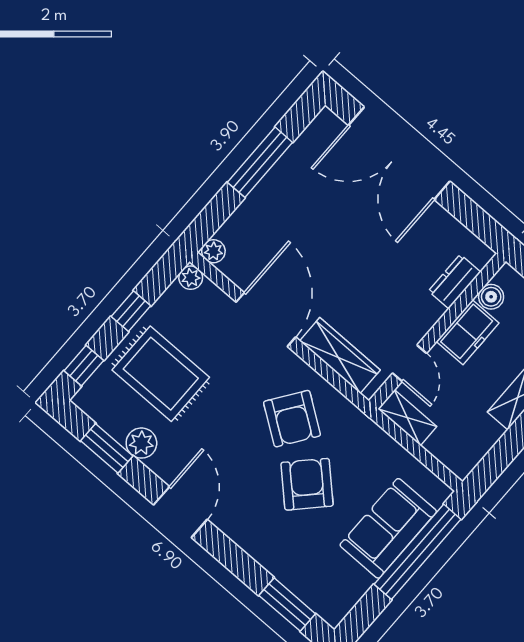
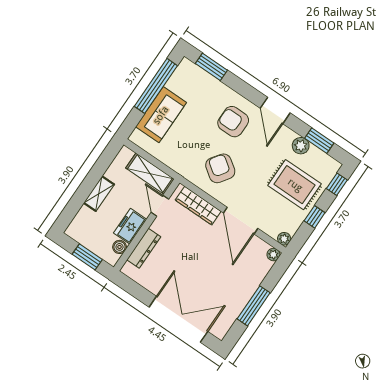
dresser: (454, 282) -> (144, 248), width x1.44
shelving: (407, 418) -> (150, 174), width x1.50, depth x1.33
armchair: (307, 484) -> (233, 122), moved, turned 136
window: (418, 552) -> (156, 86), moved

